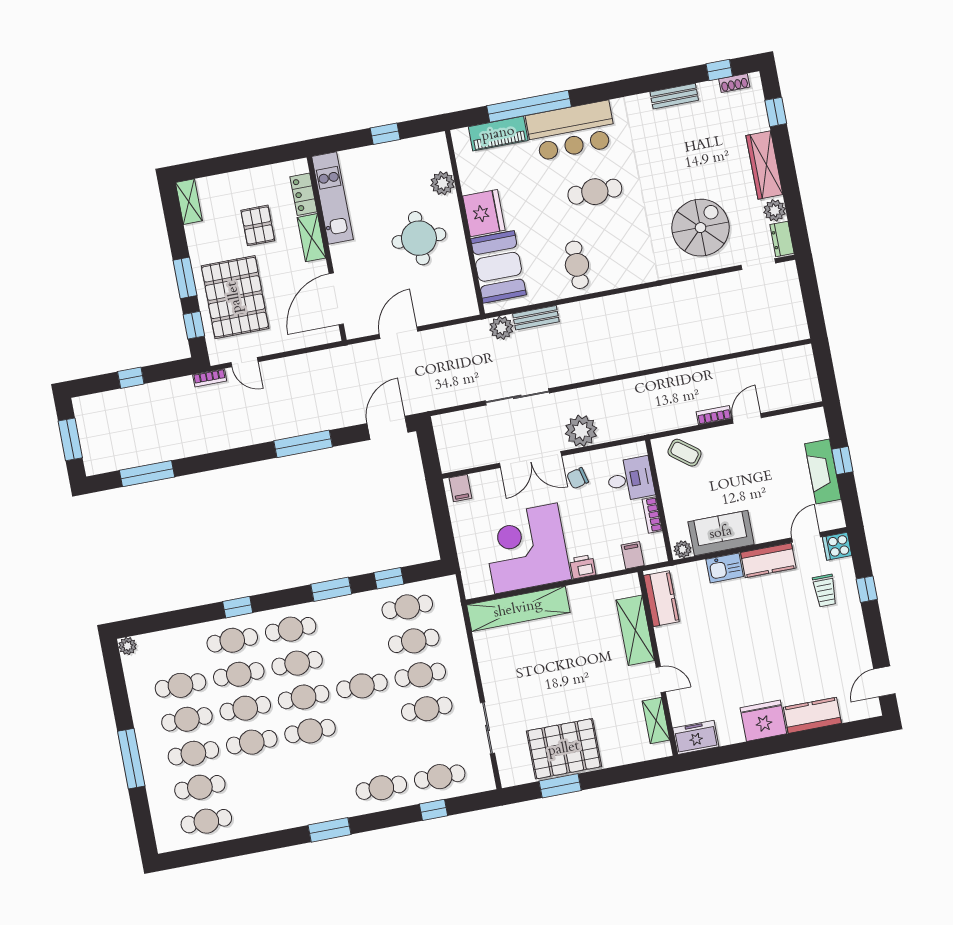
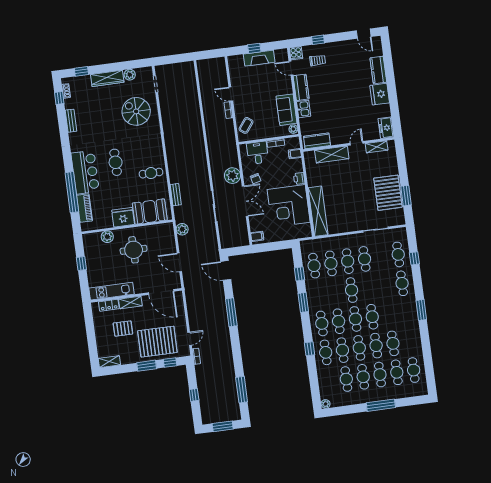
dresser: (782, 239) -> (144, 72), removed
plant: (501, 328) -> (182, 229), moved
cafe table: (258, 776) -> (393, 343), added

